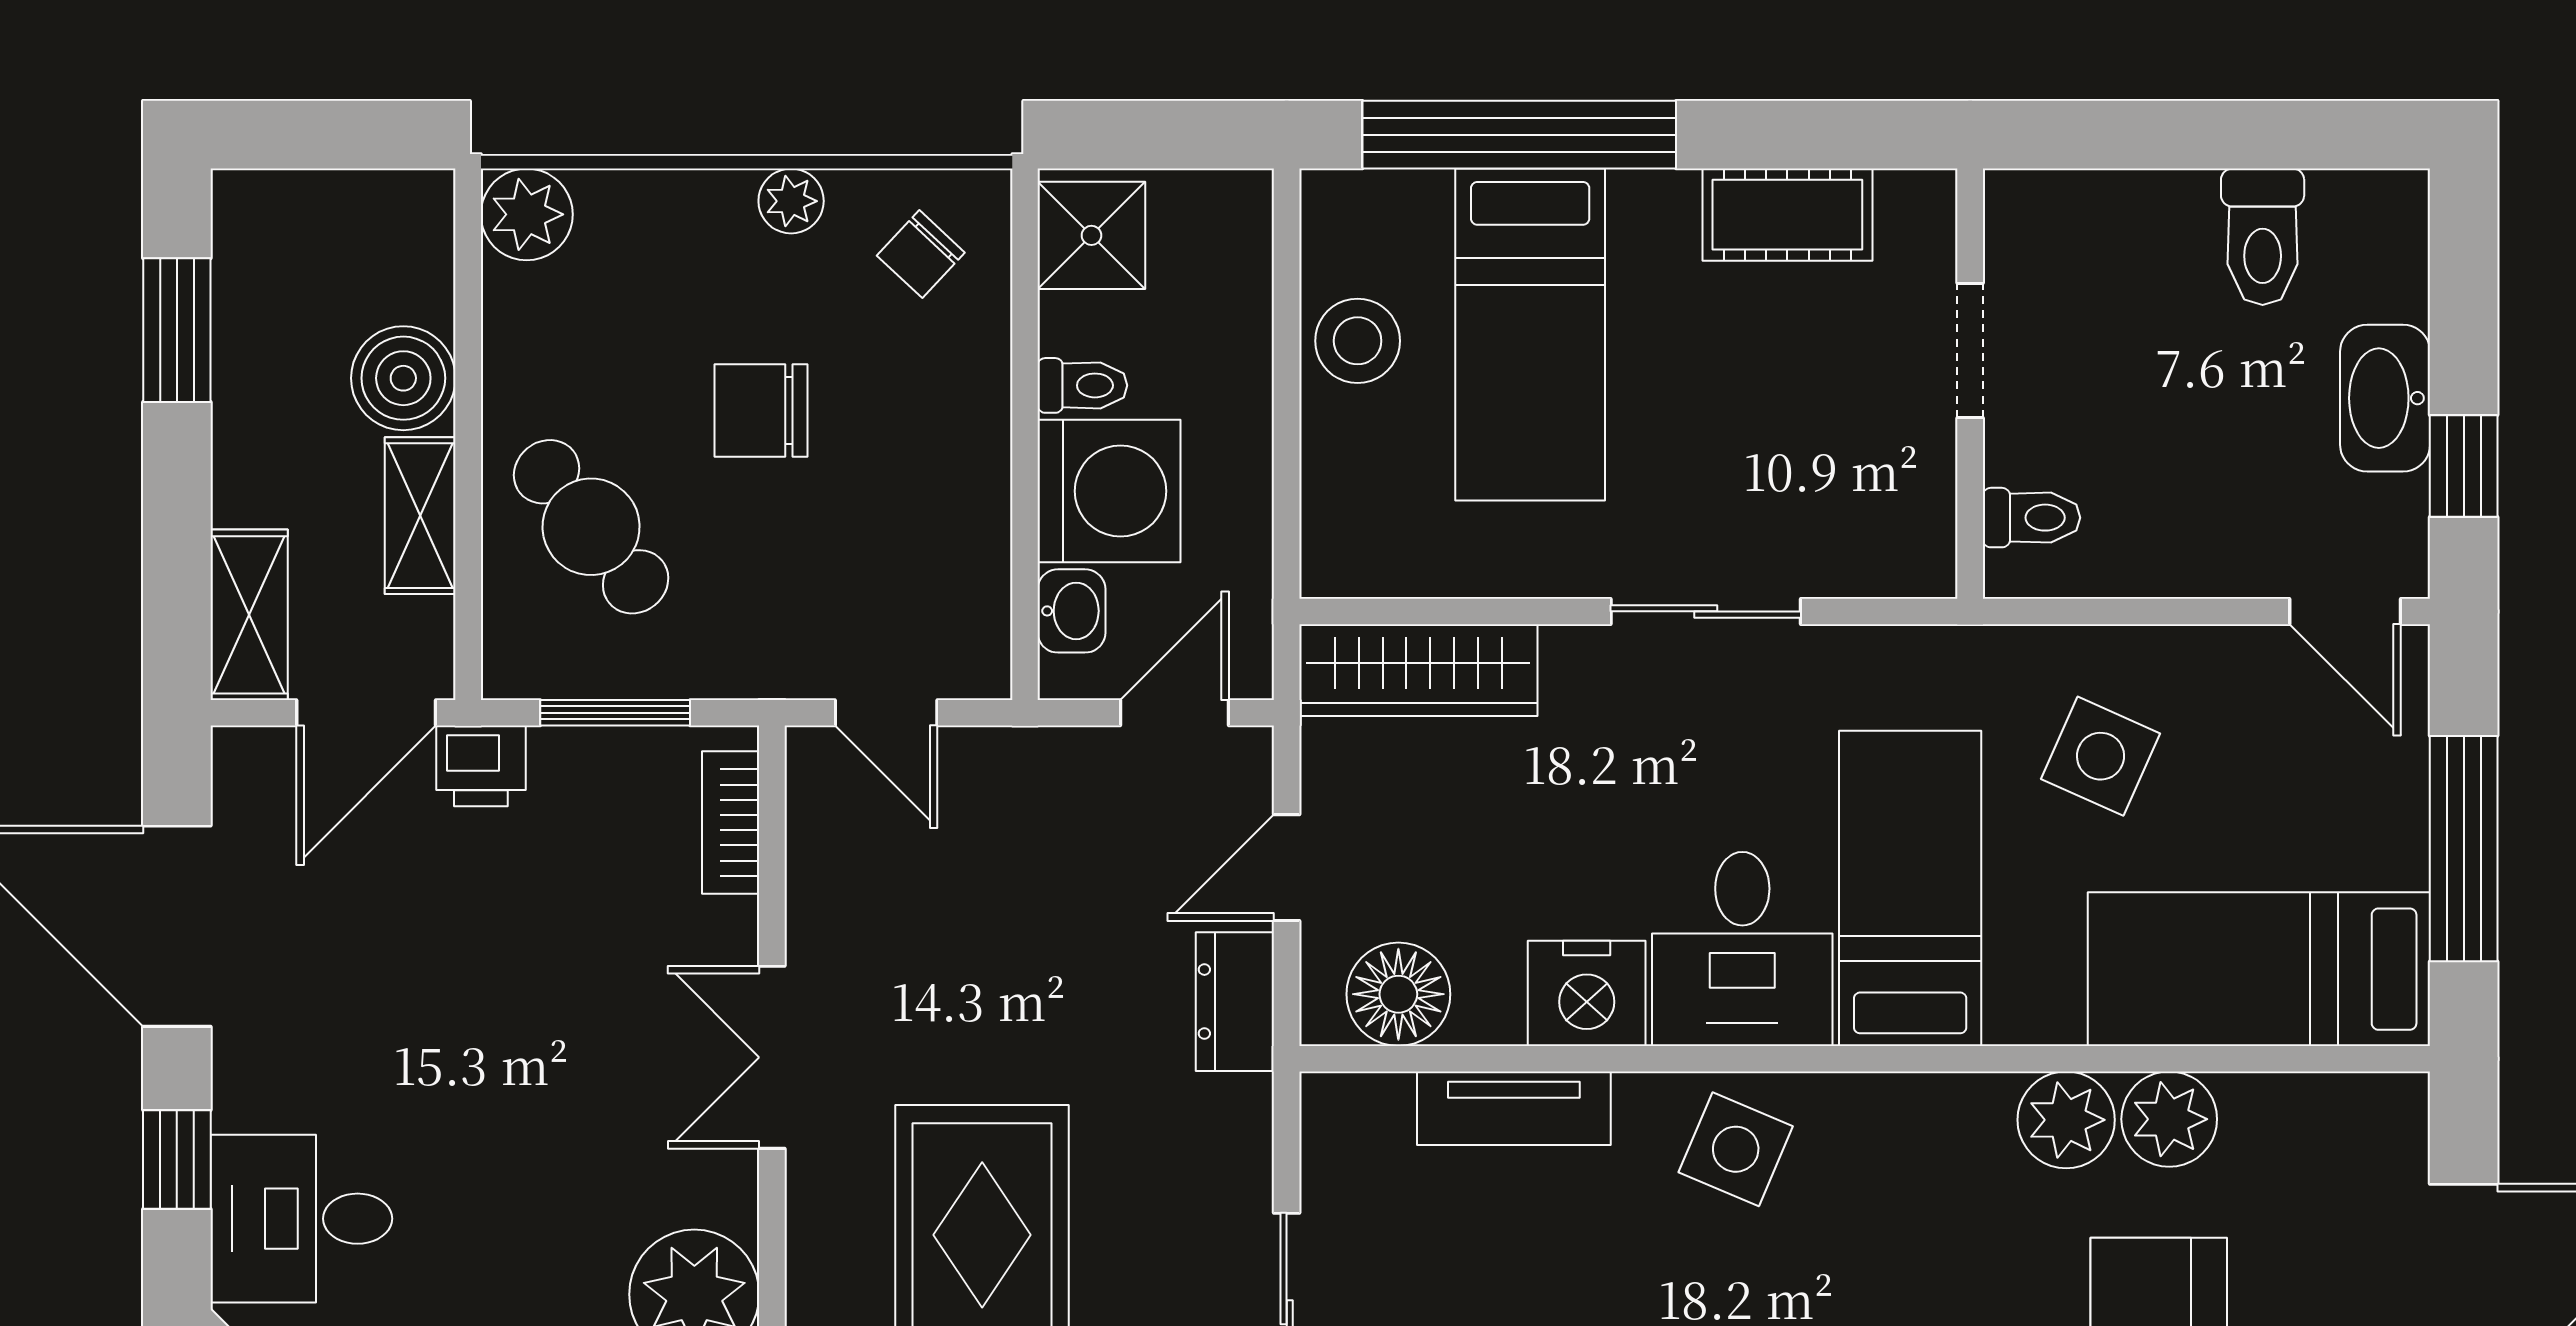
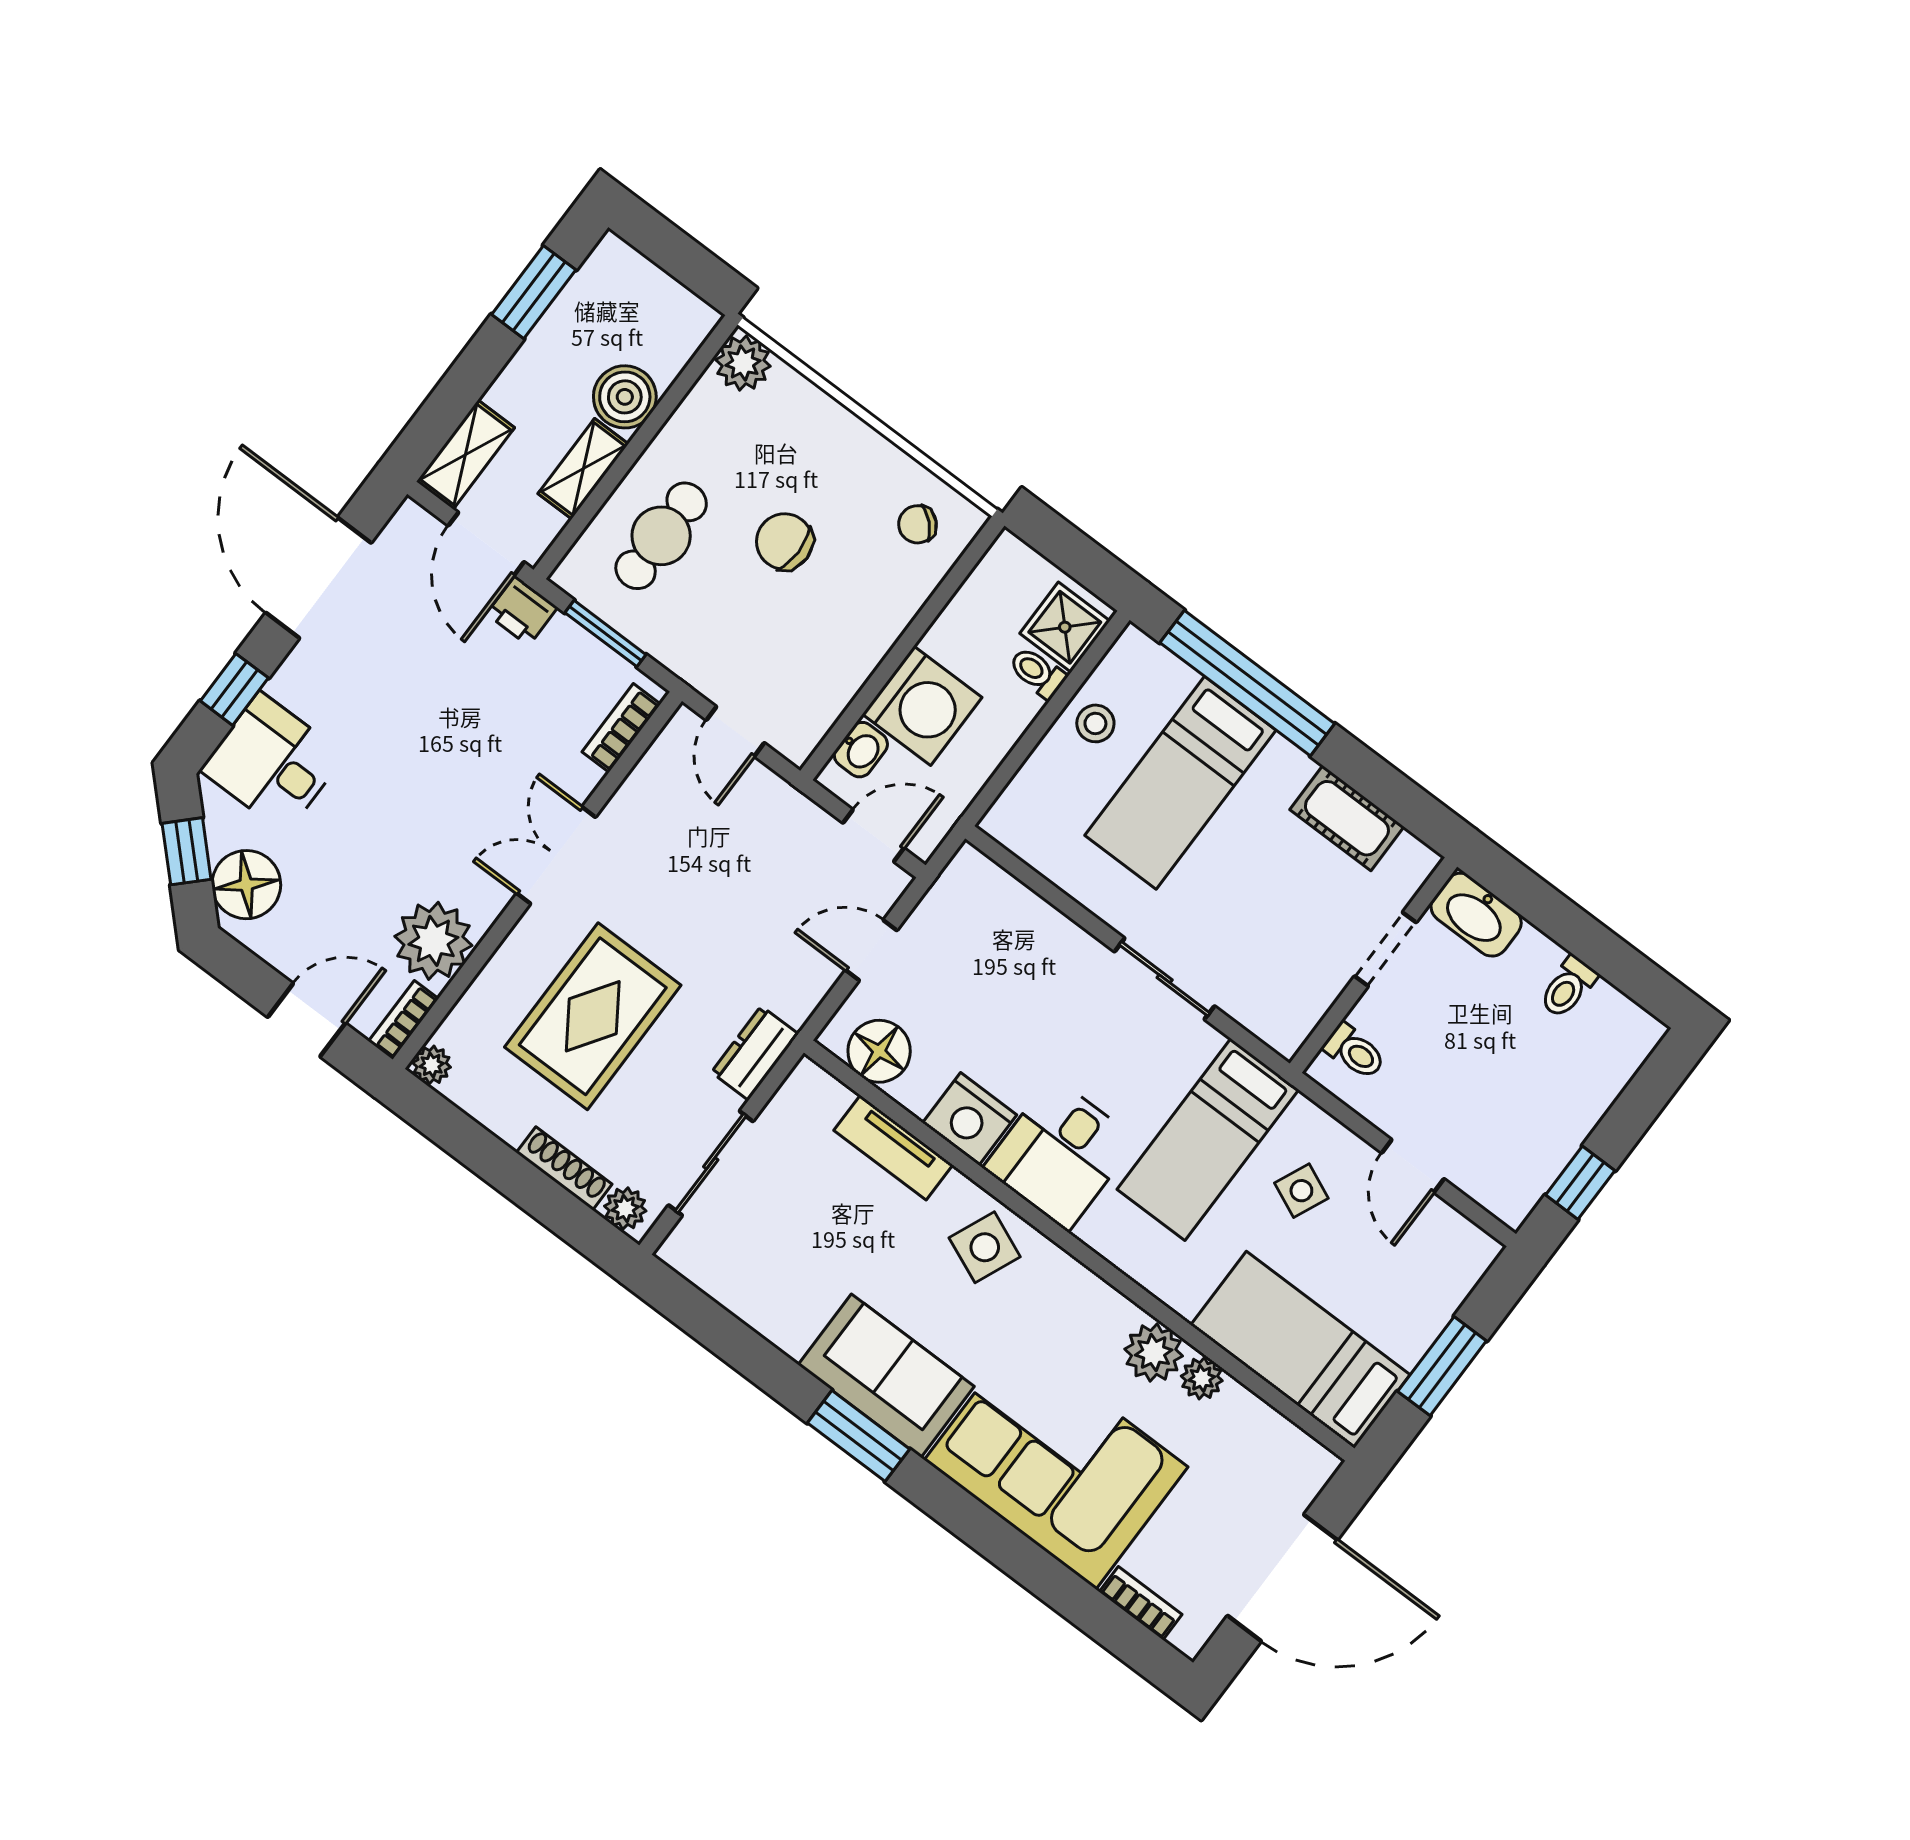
plant: (791, 201) -> (875, 452), removed
shower: (1091, 235) -> (1065, 627), moved
toilet: (2263, 237) -> (1568, 987), width x0.73, depth x0.72
stool: (1358, 341) -> (1095, 723), width x0.73, depth x0.73
toilet: (1082, 385) -> (1037, 673), moved, turned 180
washbasin: (2385, 398) -> (1476, 915), moved, turned -90
cafe table: (591, 527) -> (661, 536), turned 39
door: (2345, 611) -> (1413, 1166), moved
wardrobe: (1418, 670) -> (1006, 903), removed
door: (366, 713) -> (486, 544), hinge flipped
side table: (2101, 756) -> (1301, 1191), width x0.73, depth x0.73
window: (2464, 849) -> (1442, 1366), width x0.69
bed: (1910, 888) -> (1208, 1140), moved, turned 180
dresser: (1235, 1002) -> (755, 1053), moved
plant: (2169, 1119) -> (1202, 1378), width x0.73, depth x0.73

